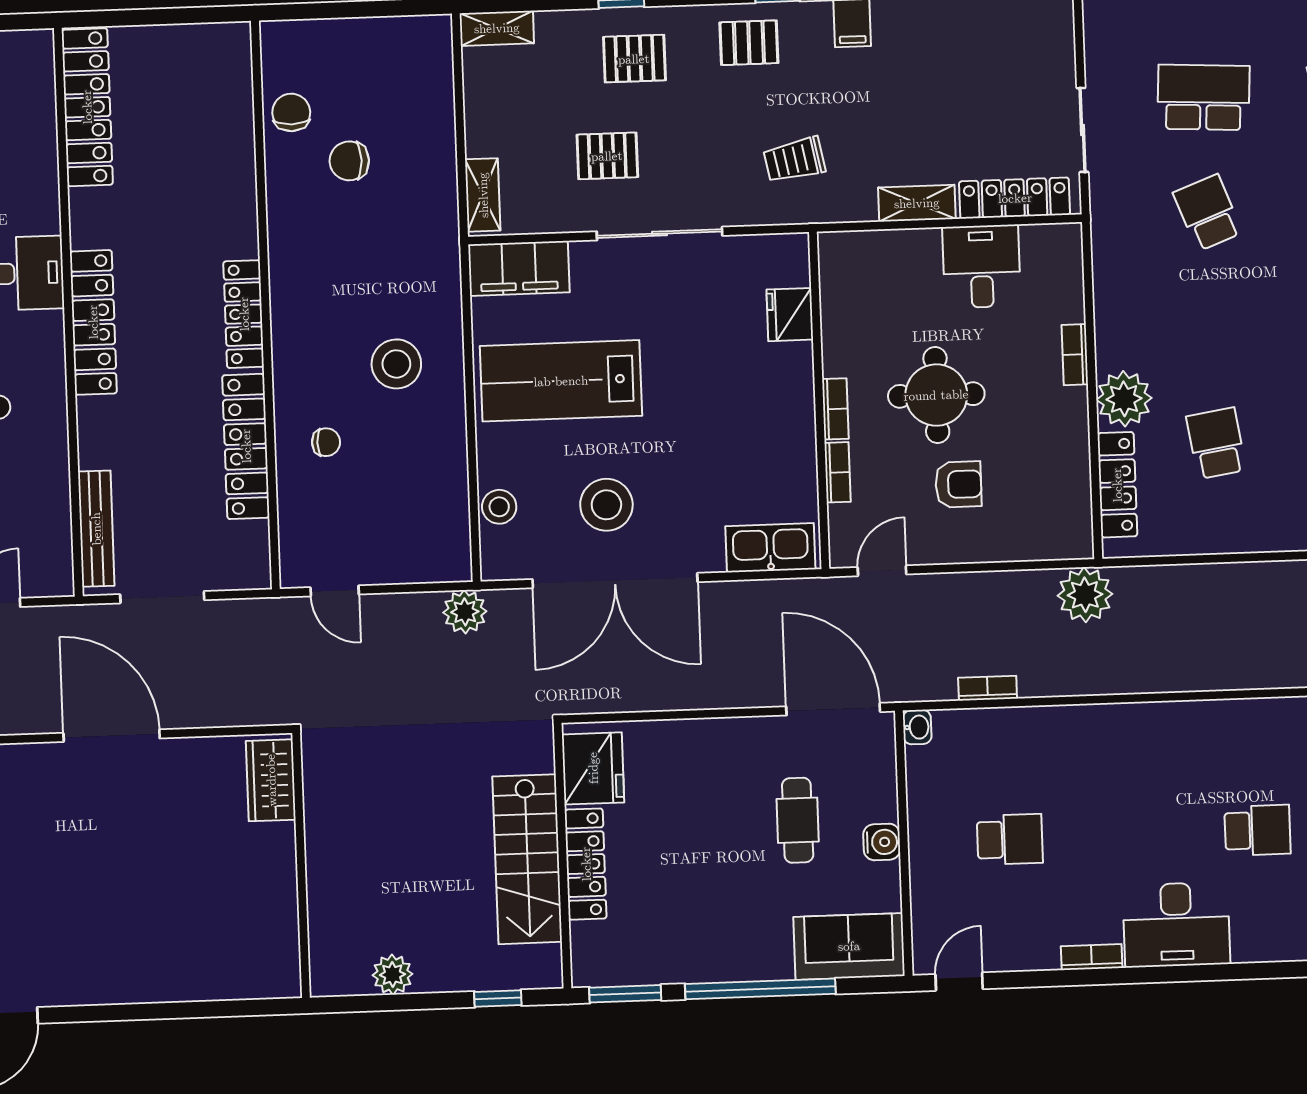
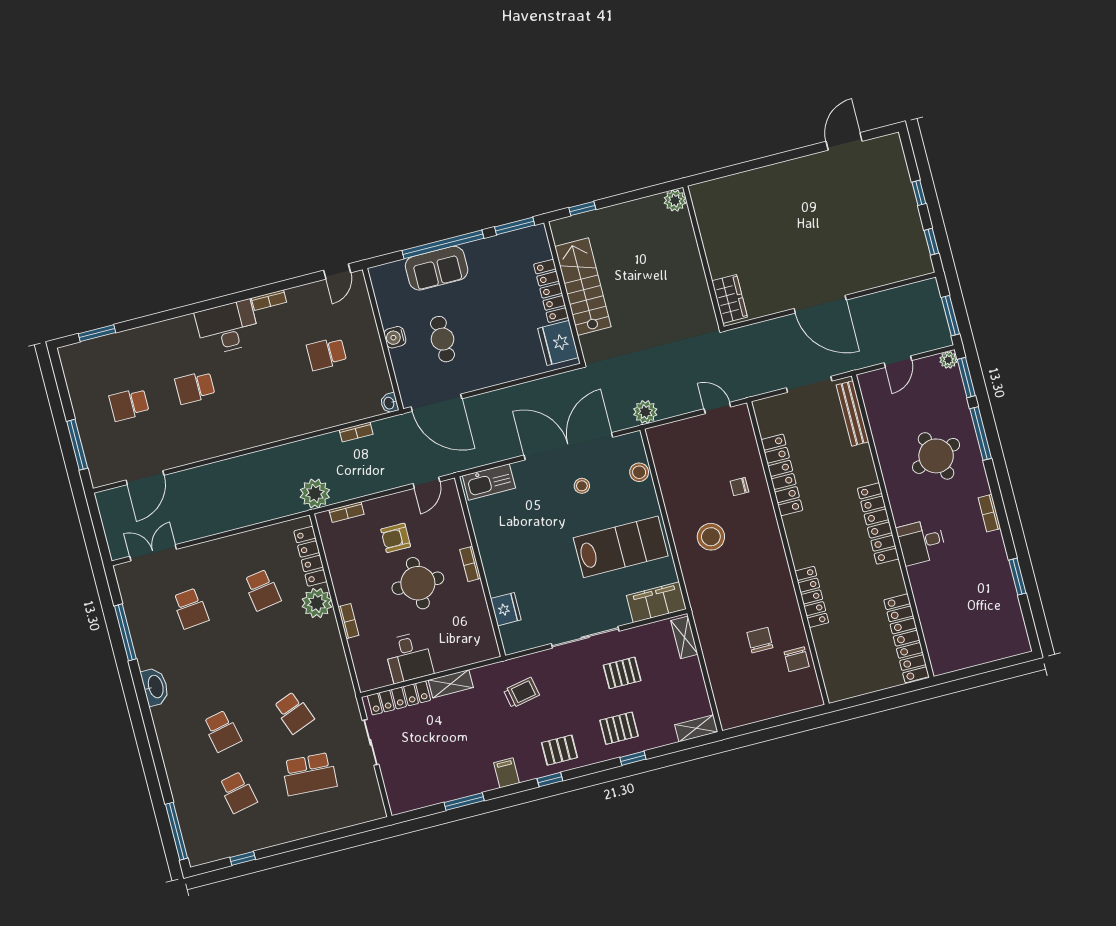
chair: (349, 161) -> (760, 640), turned -90
locker: (244, 314) -> (812, 597), moved
bookcase: (838, 472) -> (347, 512), moved, turned -90
stool: (606, 505) -> (582, 486), width x0.53, depth x0.53
sofa: (849, 946) -> (437, 268), moved
plant: (393, 975) -> (675, 201), moved

